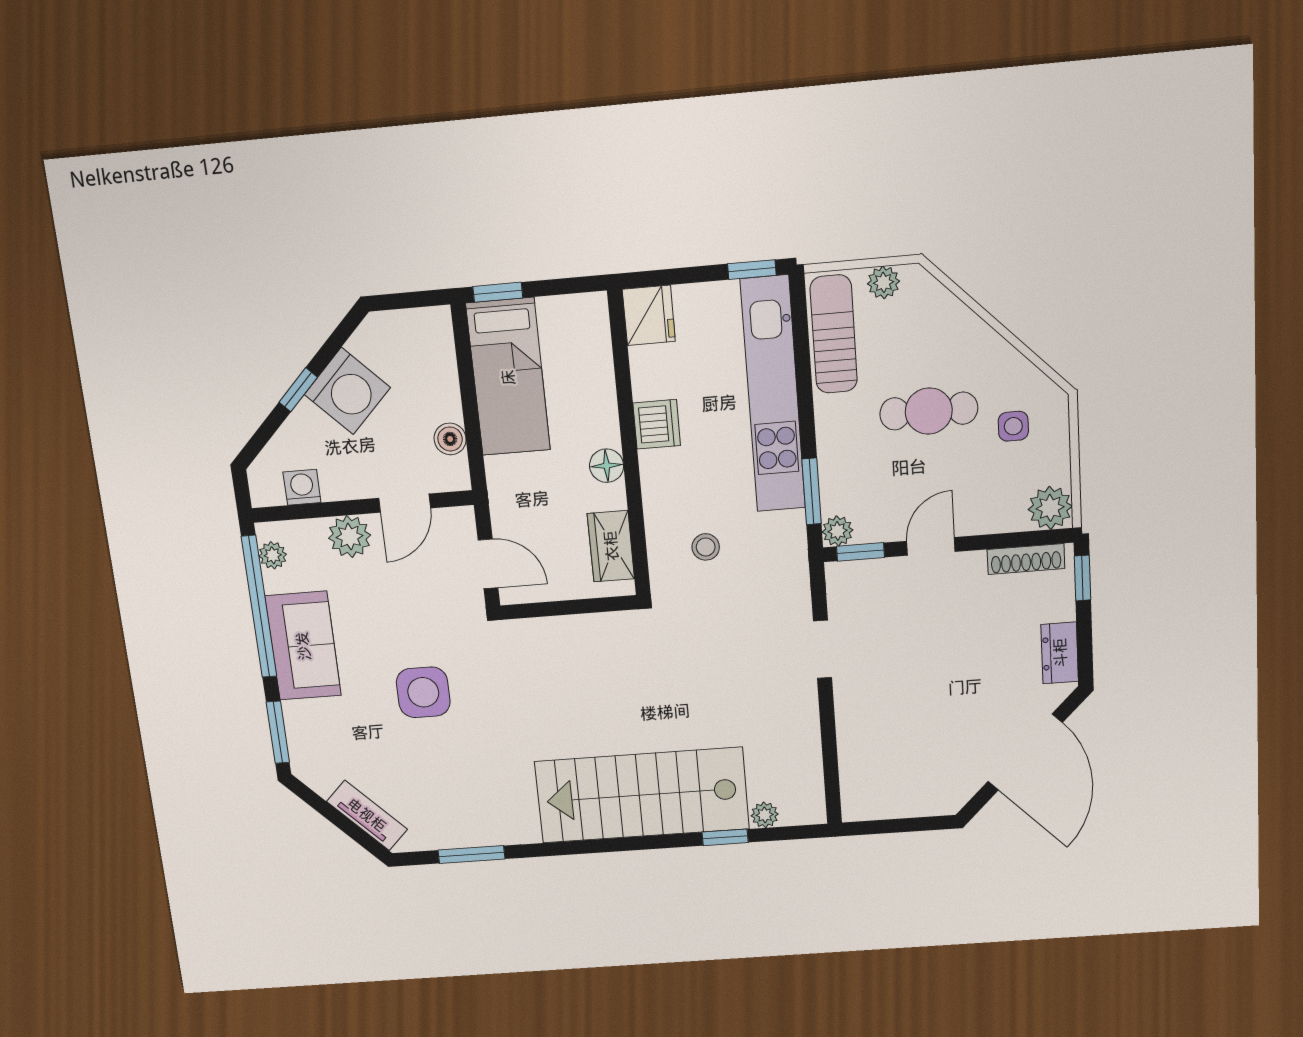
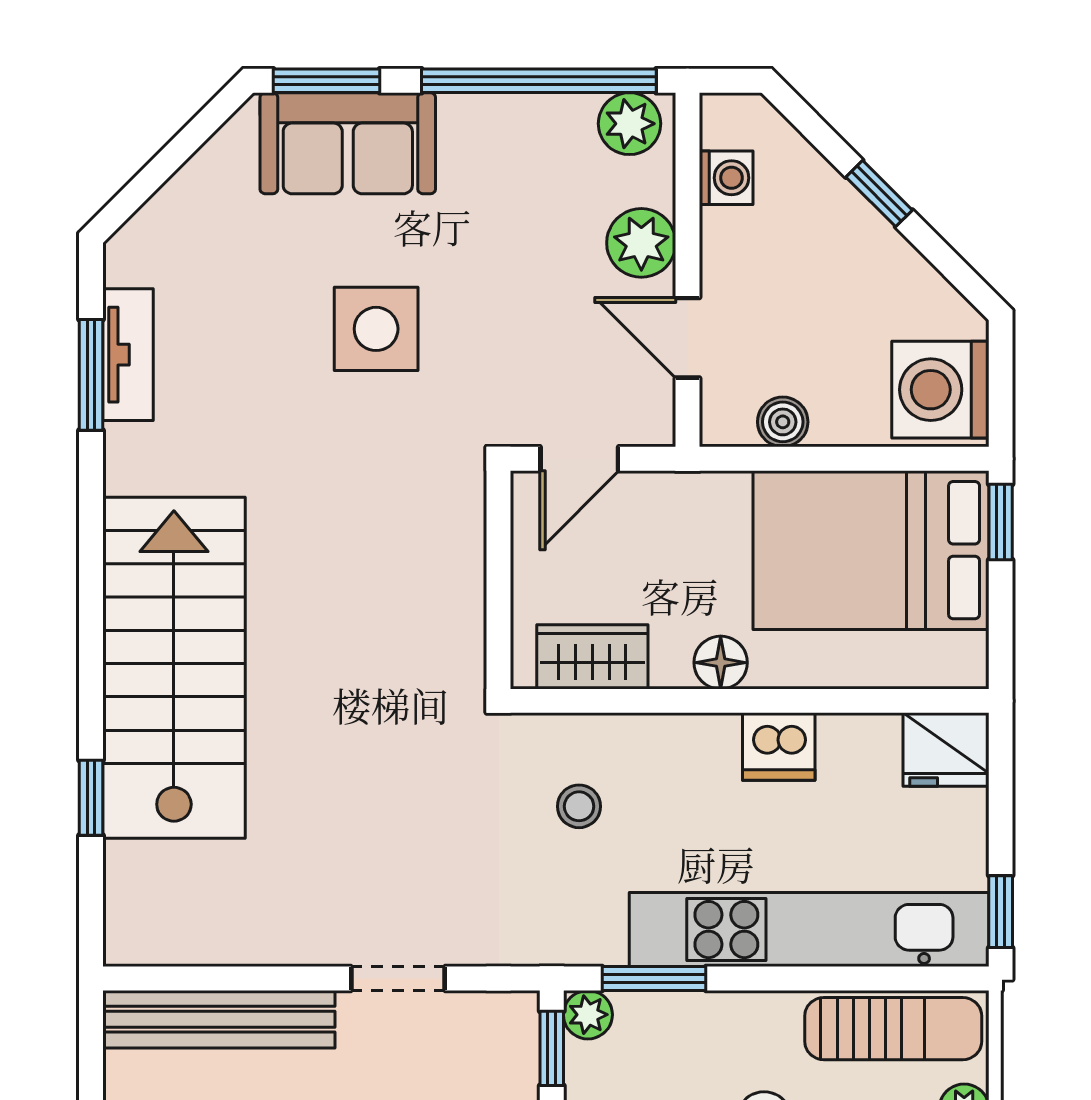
bed: (508, 377) -> (871, 550), width x1.50
washing machine: (347, 391) -> (940, 390), moved, turned 45
plant: (273, 555) -> (629, 124), width x1.38, depth x1.38
sofa: (303, 646) -> (348, 143), moved
bench: (855, 754) -> (219, 1019), added
tv unit: (367, 815) -> (128, 355), moved, turned -45
plant: (765, 815) -> (125, 866), removed

